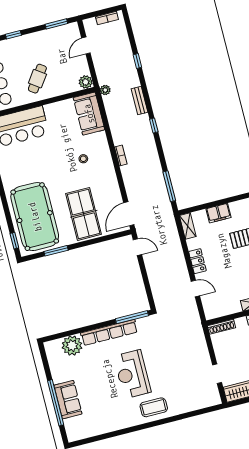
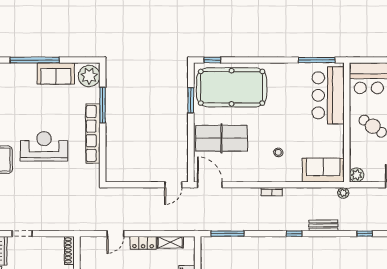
shelving: (188, 226) -> (170, 242), moved
window: (132, 317) -> (103, 105), moved
plant: (72, 346) -> (89, 76), moved
sofa: (68, 400) -> (56, 73), moved

